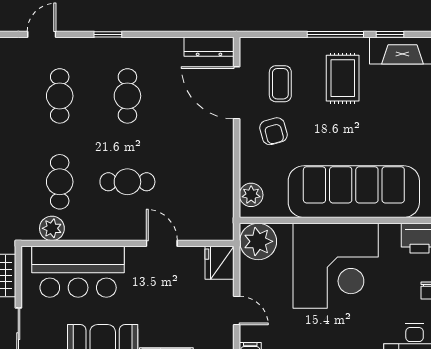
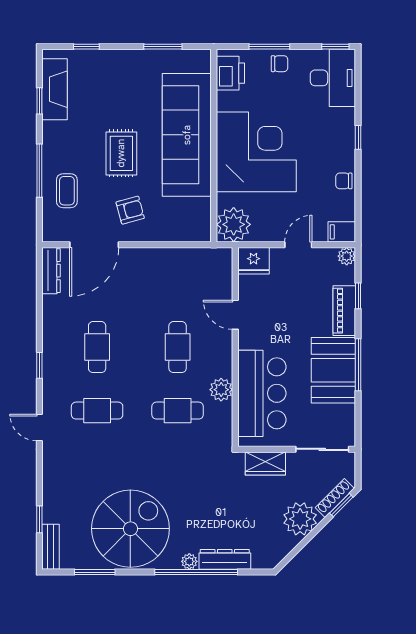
window: (335, 34) -> (39, 171), moved
rug: (343, 78) -> (121, 153), moved, turned 90
coffee table: (280, 84) -> (67, 191), moved, turned 90
cafe table: (127, 96) -> (97, 347), turned 90
plant: (251, 195) -> (190, 231), removed
plant: (52, 228) -> (221, 390), moved
door: (162, 243) -> (235, 315), hinge flipped

